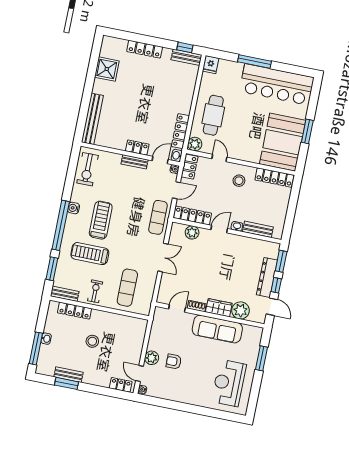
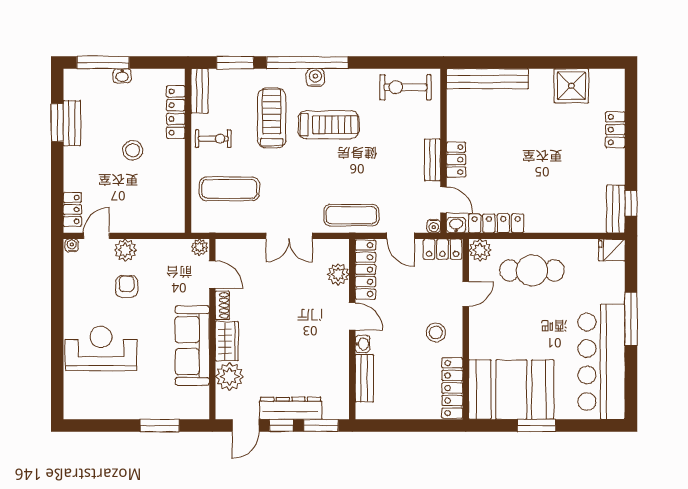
locker: (145, 49) -> (615, 130), width x0.66
water cooler: (74, 208) -> (315, 77), moved
plant: (159, 313) -> (200, 247), added
reception desk: (229, 383) -> (101, 348), moved

